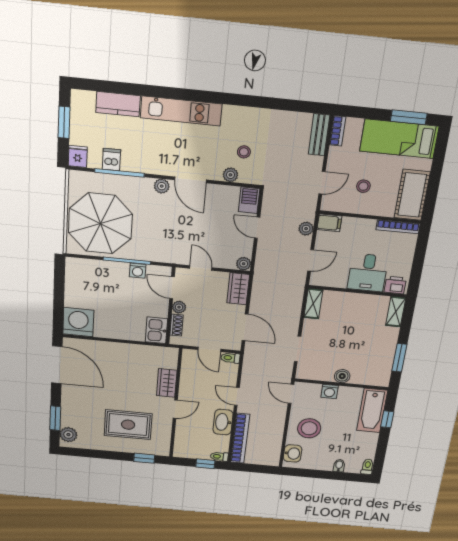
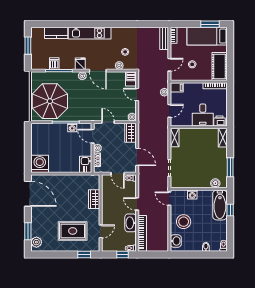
fridge: (78, 156) -> (80, 64), moved
boiler: (342, 376) -> (215, 183), moved
door: (175, 409) -> (101, 231), moved

